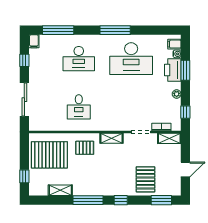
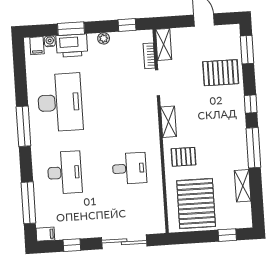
pallet: (85, 148) -> (184, 157), turned 90

